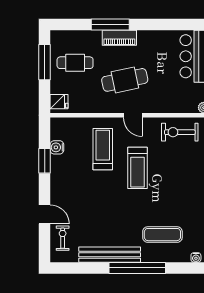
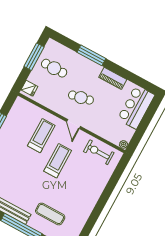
piano: (119, 38) -> (113, 78), moved
cafe table: (125, 80) -> (81, 98), width x0.73, depth x0.74
water cooler: (57, 147) -> (11, 118), removed
treadmill: (138, 168) -> (58, 161), turned 180

